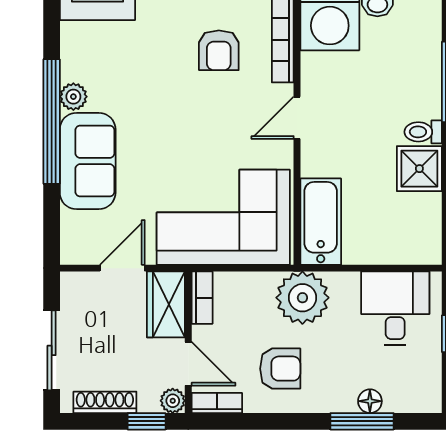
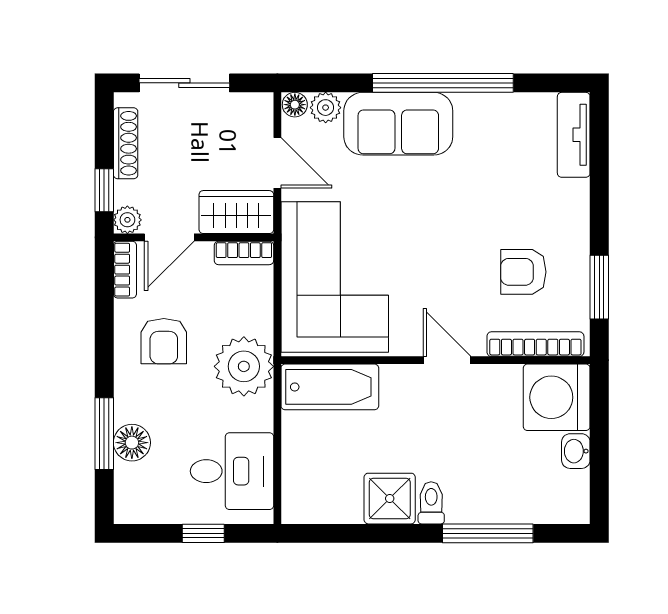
plant: (73, 97) -> (326, 108), moved
floor lamp: (71, 253) -> (295, 105), added
floor lamp: (370, 401) -> (132, 443), width x1.37, depth x1.37

